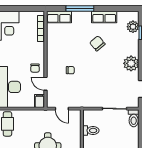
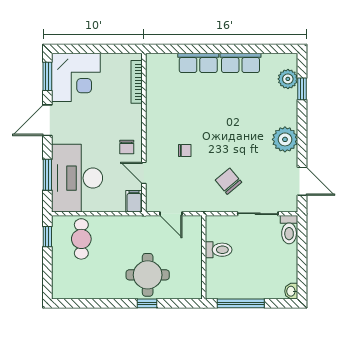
window: (80, 8) -> (200, 49), removed
row of seats: (59, 17) -> (198, 63), moved
chair: (97, 43) -> (229, 181), moved

